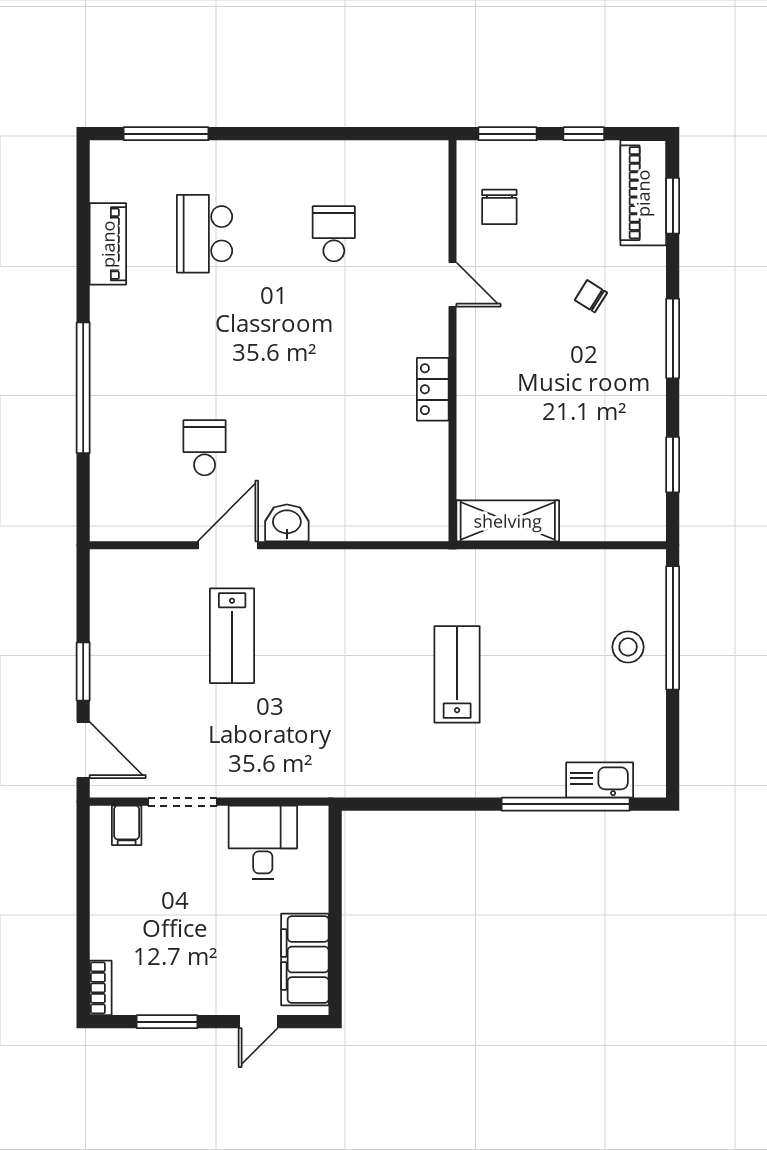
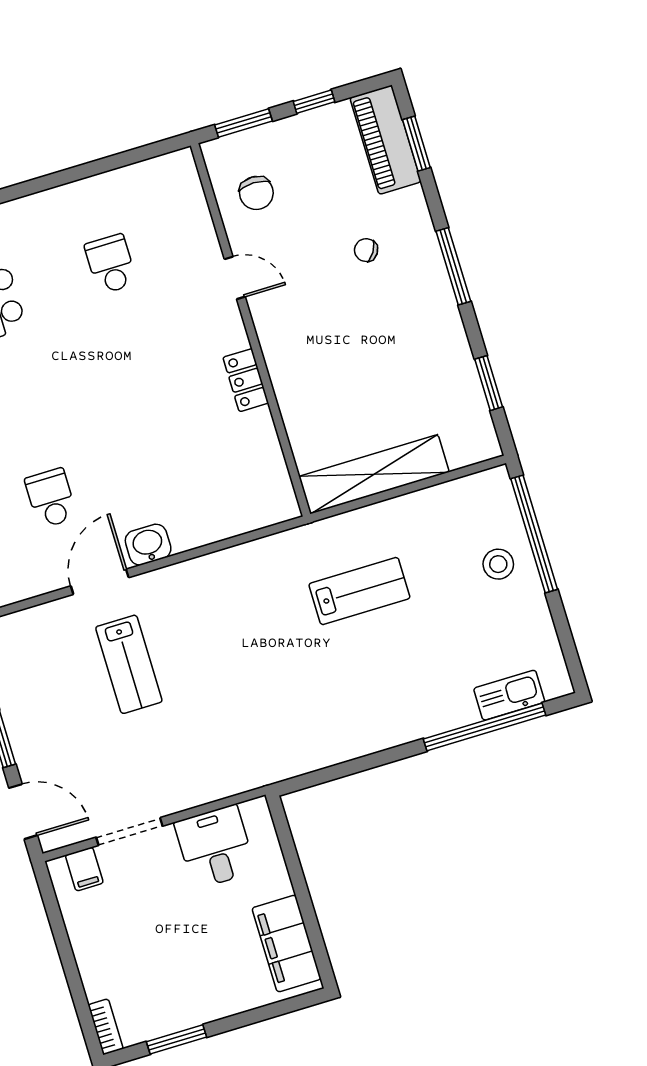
shelving: (508, 521) -> (374, 474), width x1.47
lab bench: (457, 674) -> (359, 591), moved, turned 90
door: (258, 1022) -> (261, 1014), removed

